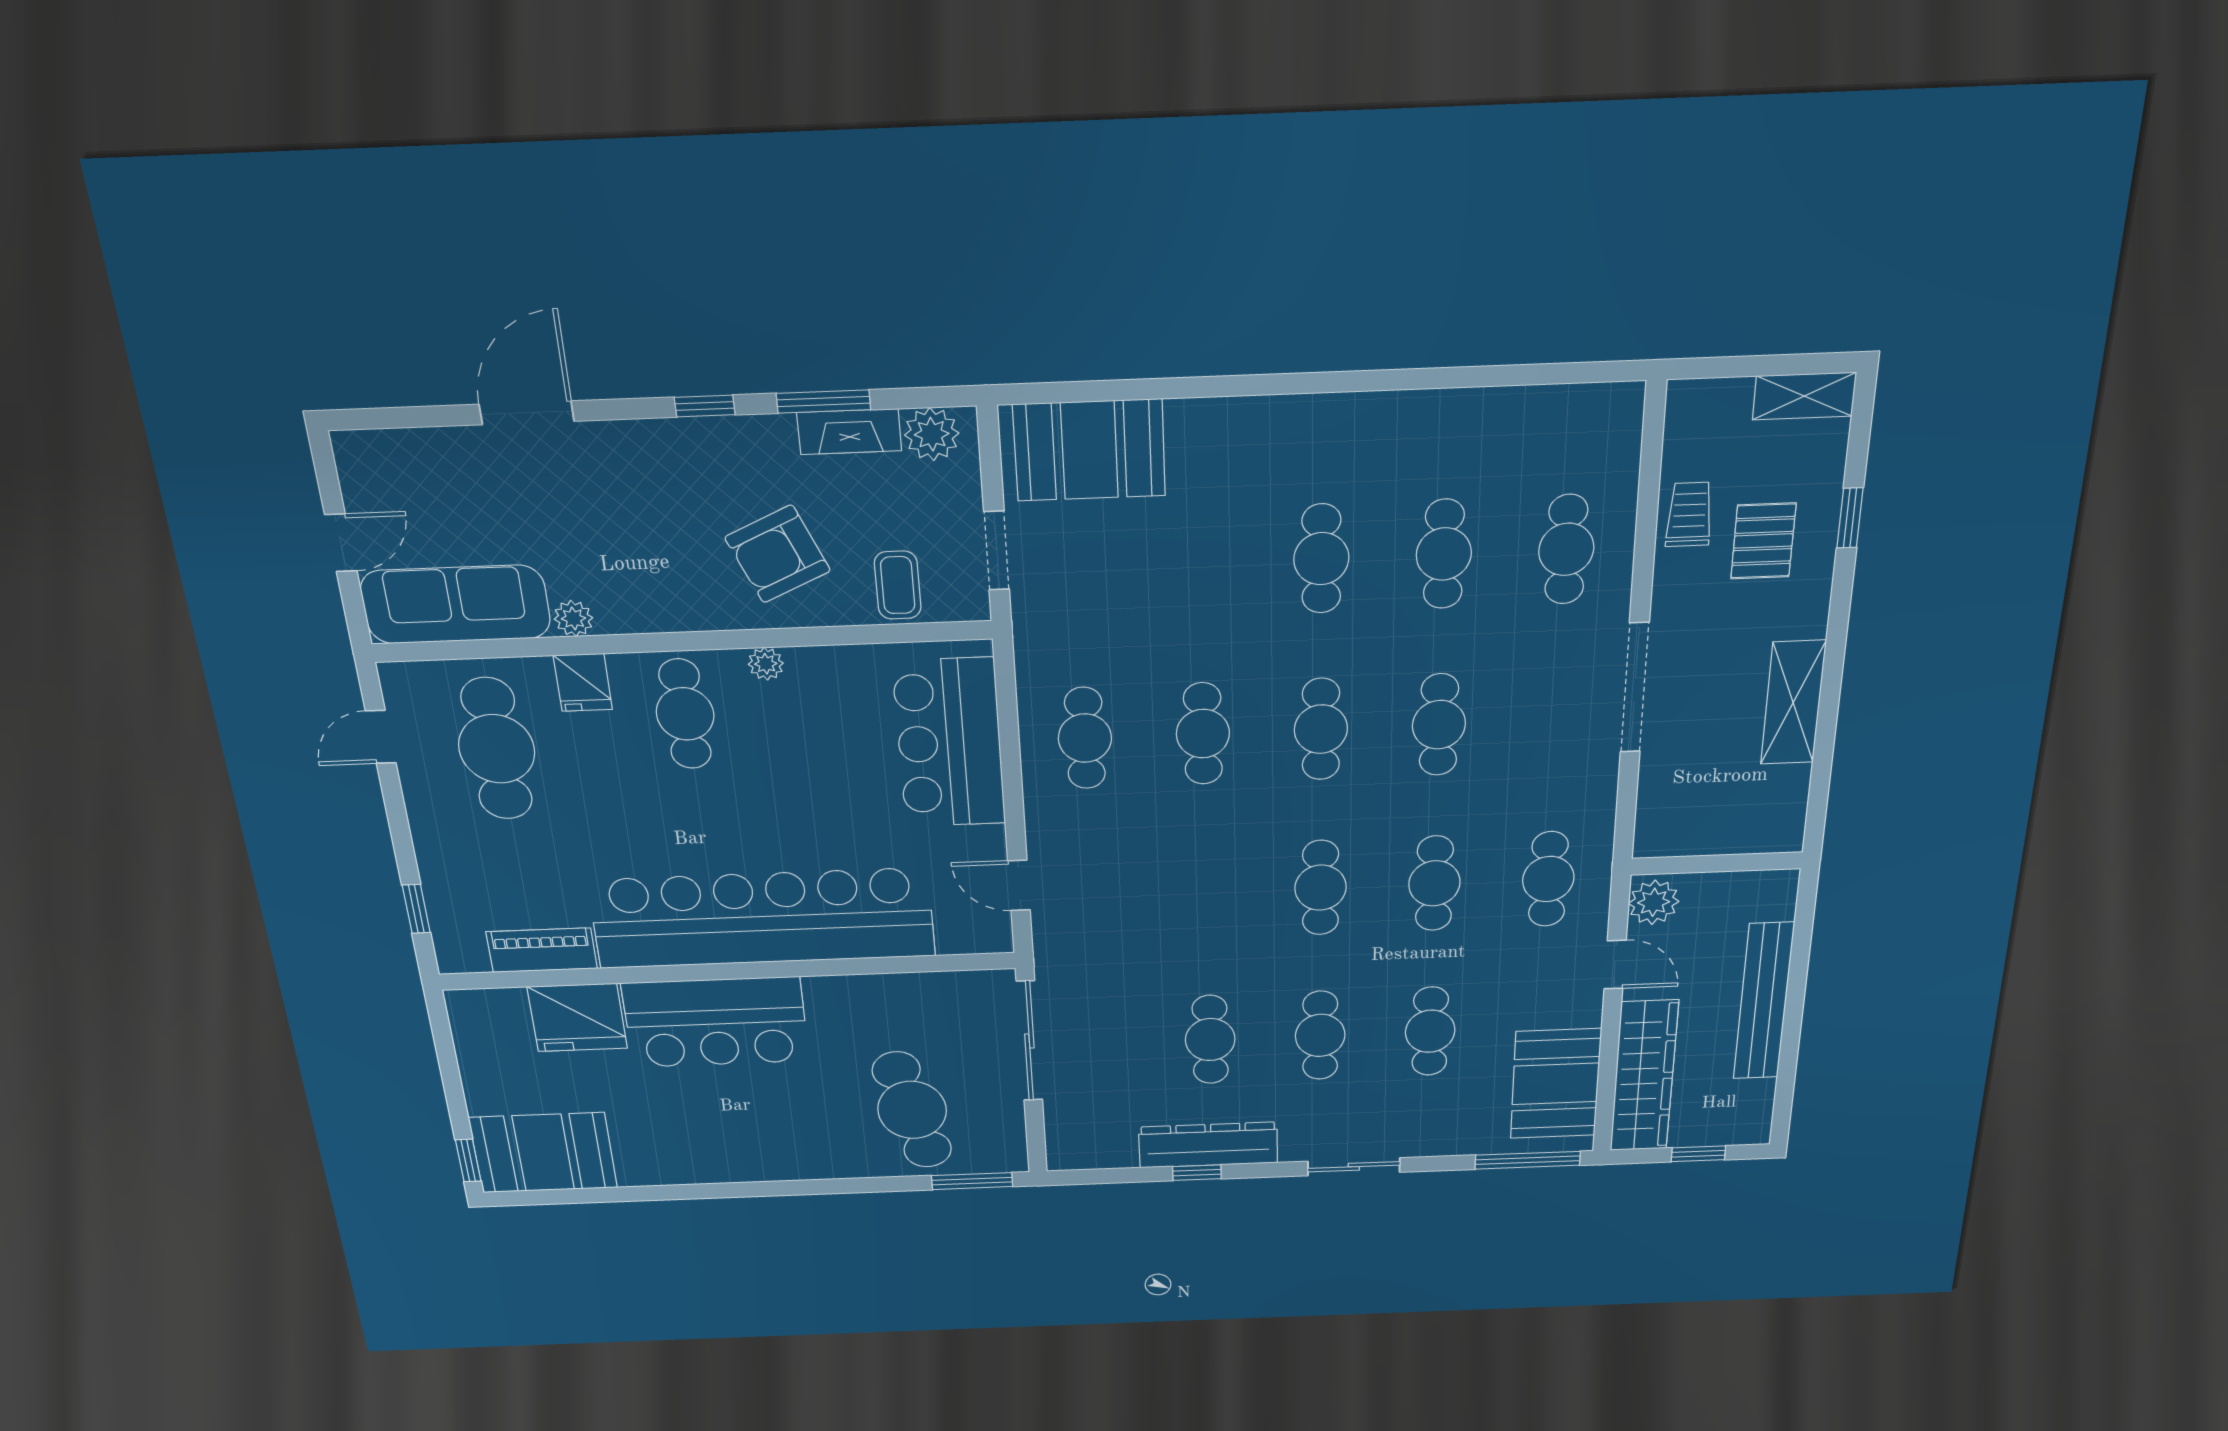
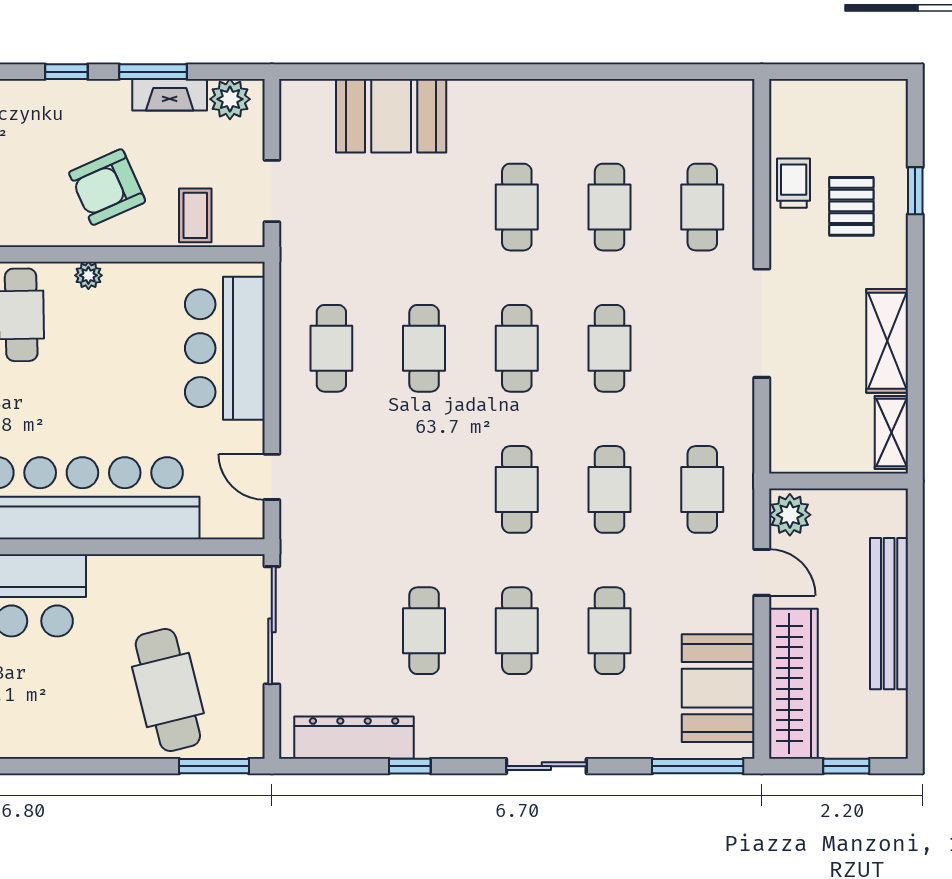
shelving: (1804, 396) -> (891, 432), moved, turned 90
booth: (1089, 450) -> (391, 116), moved
dresser: (1208, 1145) -> (354, 738), moved

